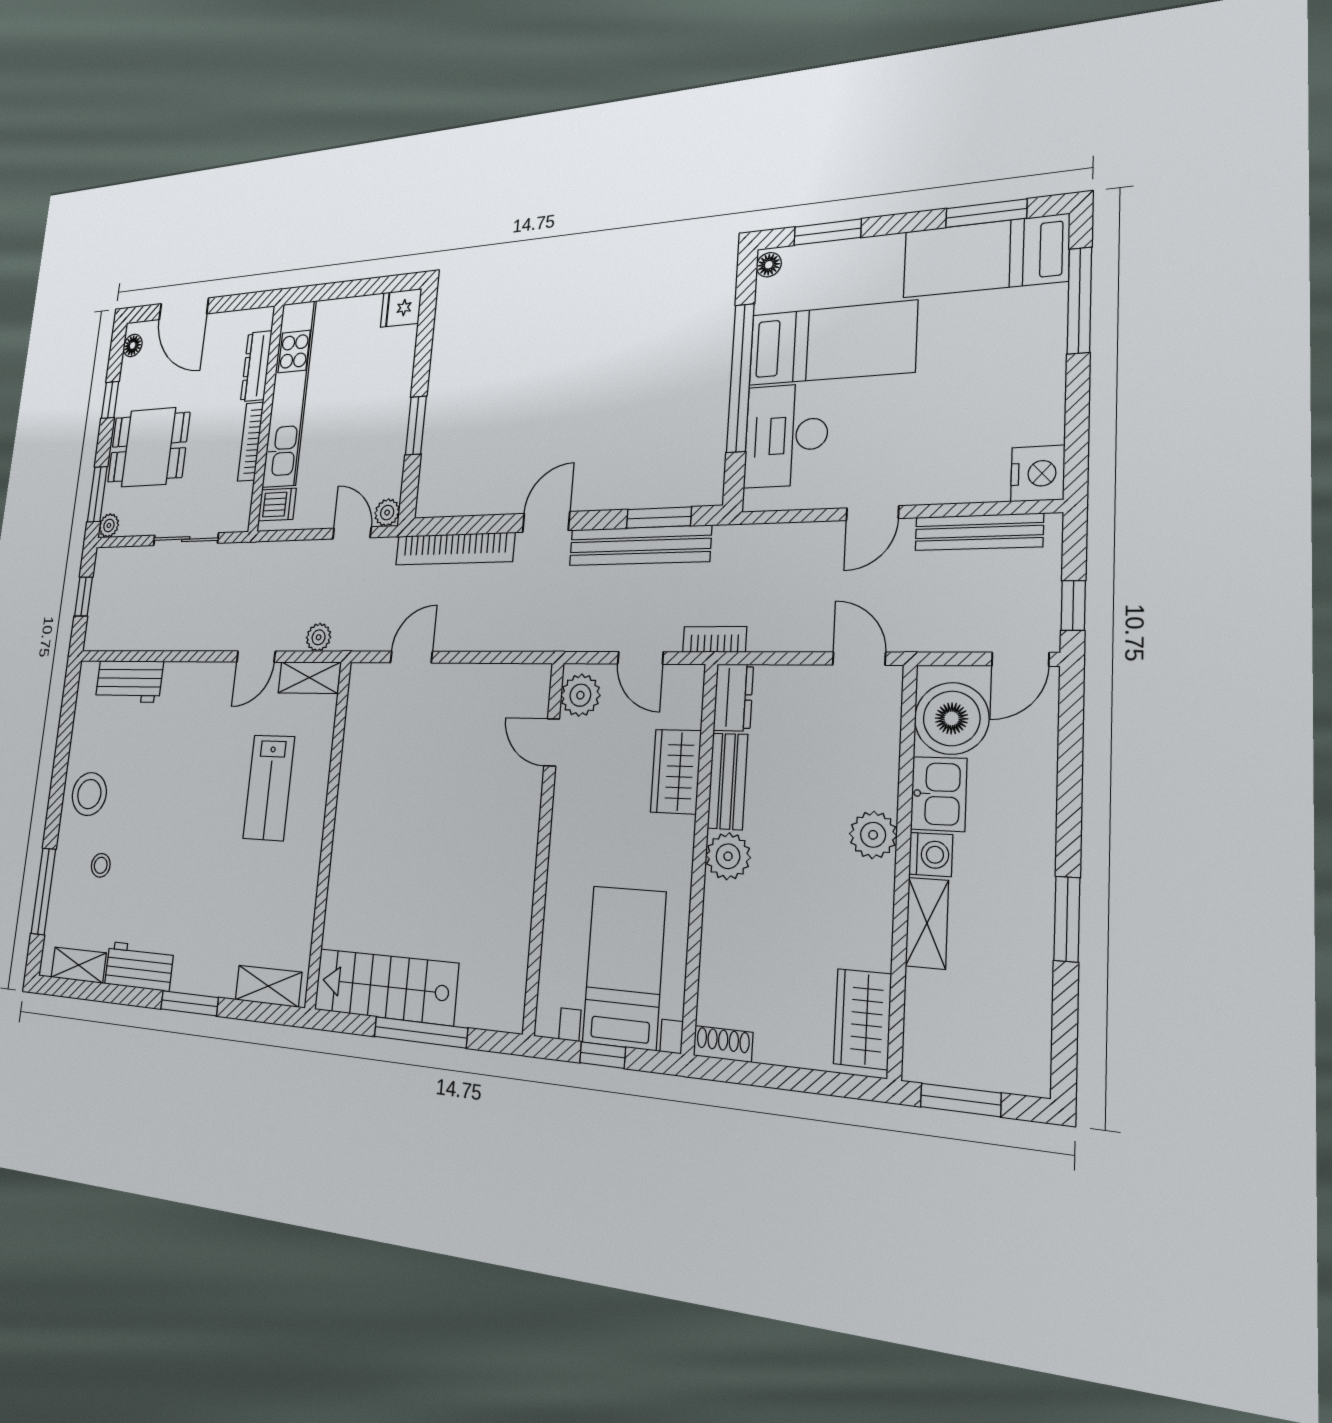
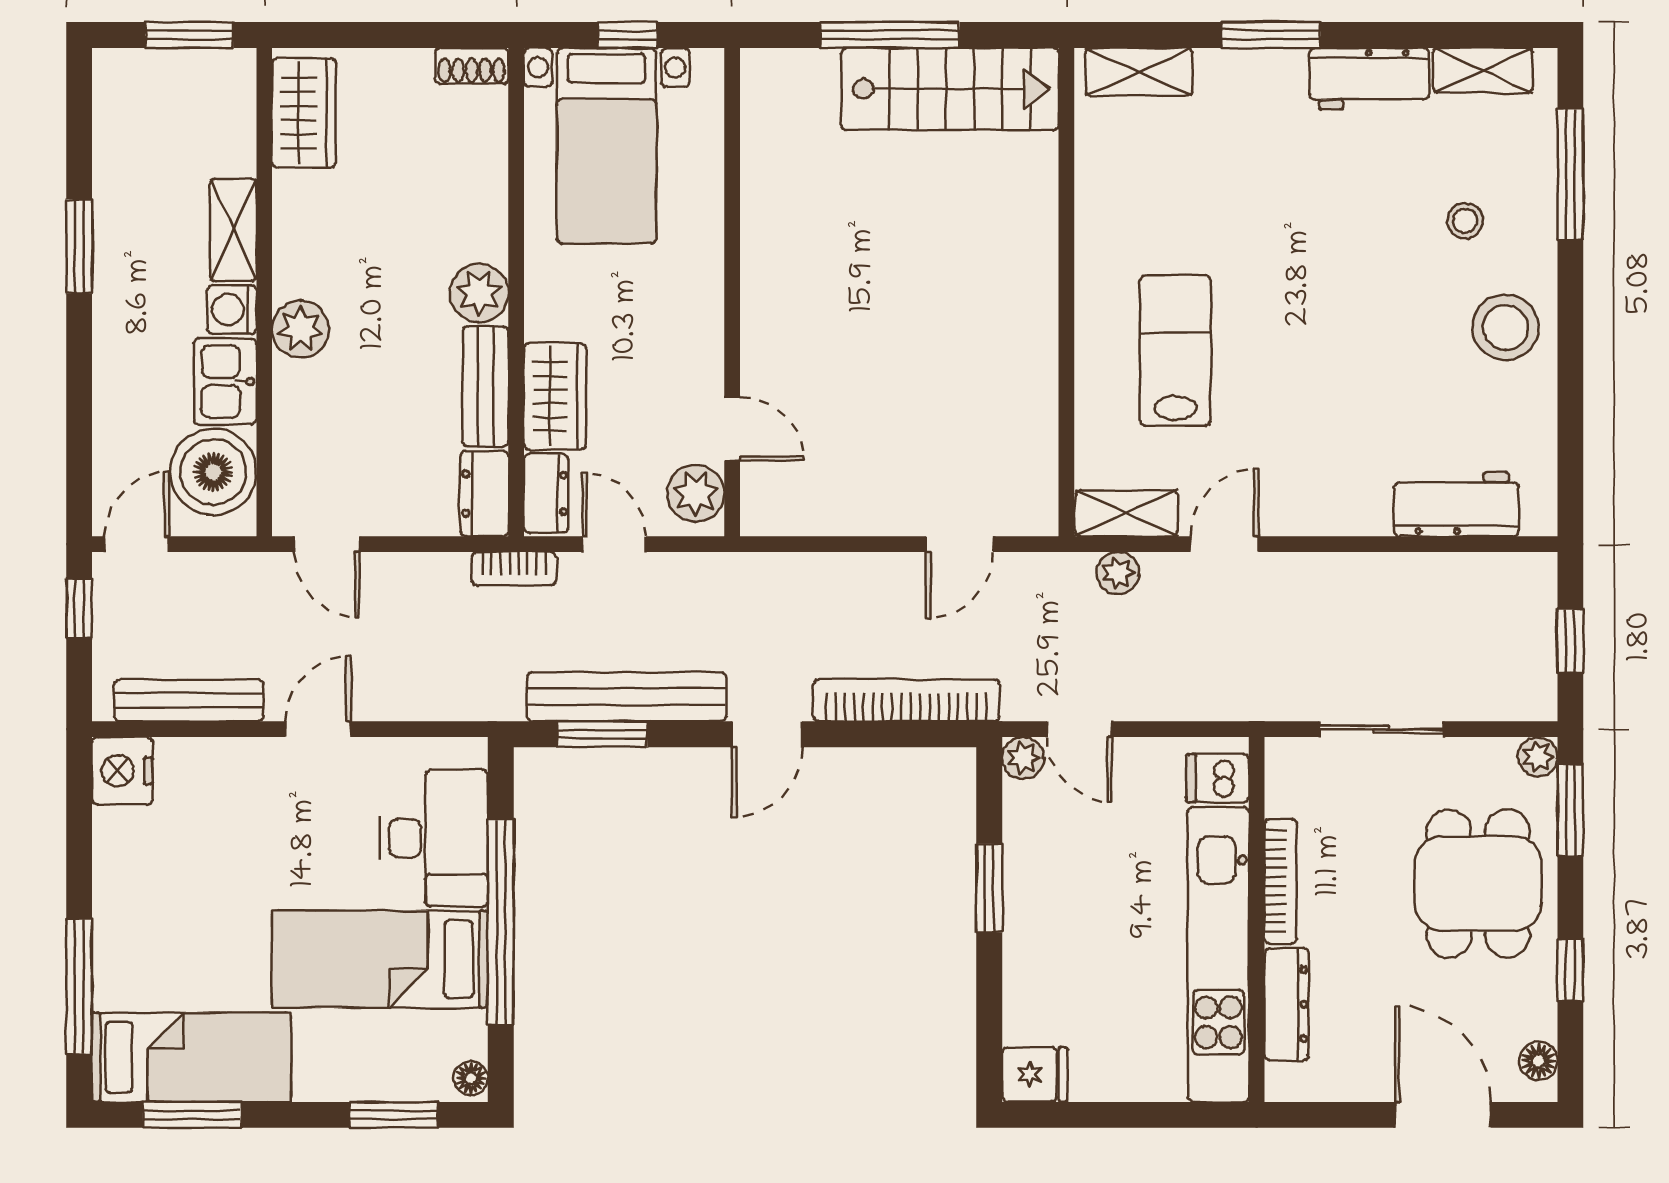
dining table: (149, 447) -> (1478, 884), turned 90
dresser: (687, 697) -> (546, 493), added

